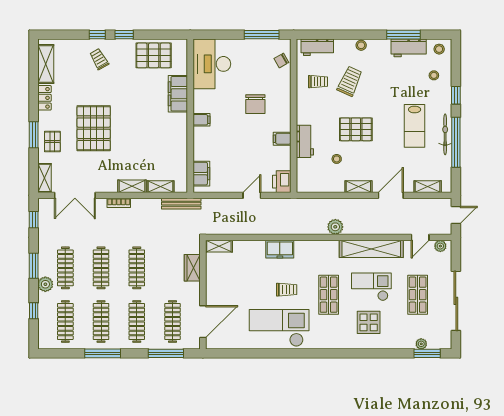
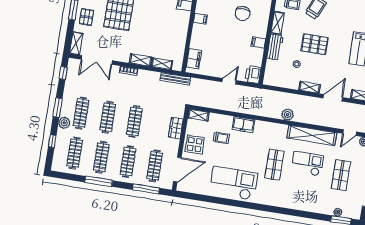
shelving: (303, 109) -> (278, 23), added
trolley: (287, 290) -> (221, 138), moved
display table: (369, 322) -> (195, 145), moved

